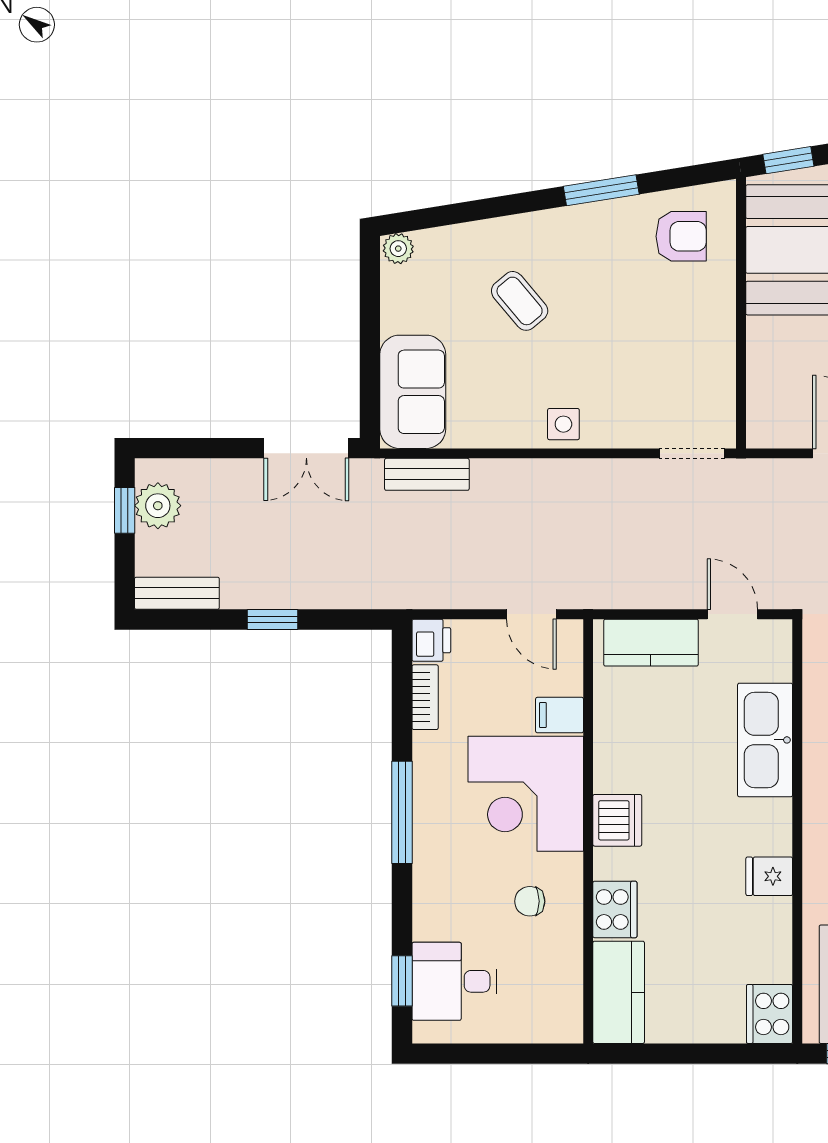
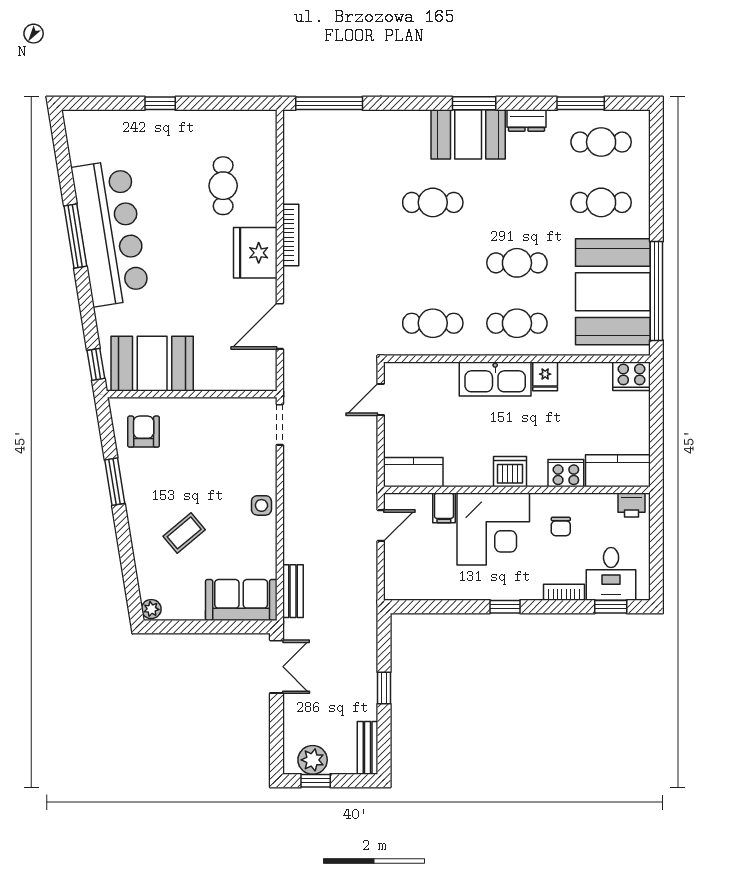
printer: (431, 640) -> (631, 505), moved, turned 180
kitchen counter: (651, 643) -> (413, 472), moved, turned -90
bookcase: (425, 697) -> (564, 592), moved
kitchen sink: (765, 740) -> (495, 379), moved
window: (402, 812) -> (505, 607), width x0.46

